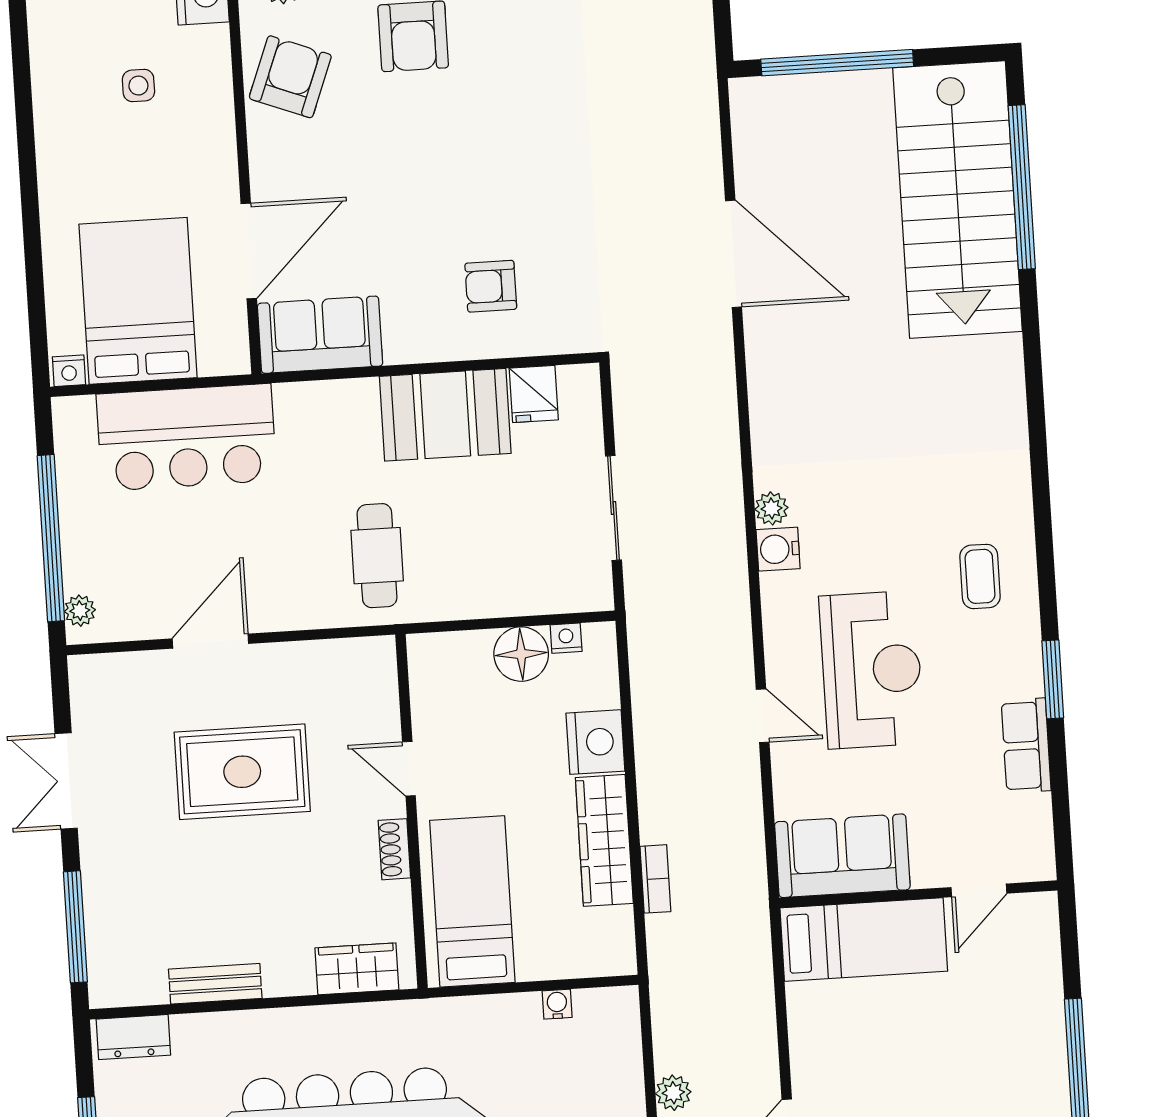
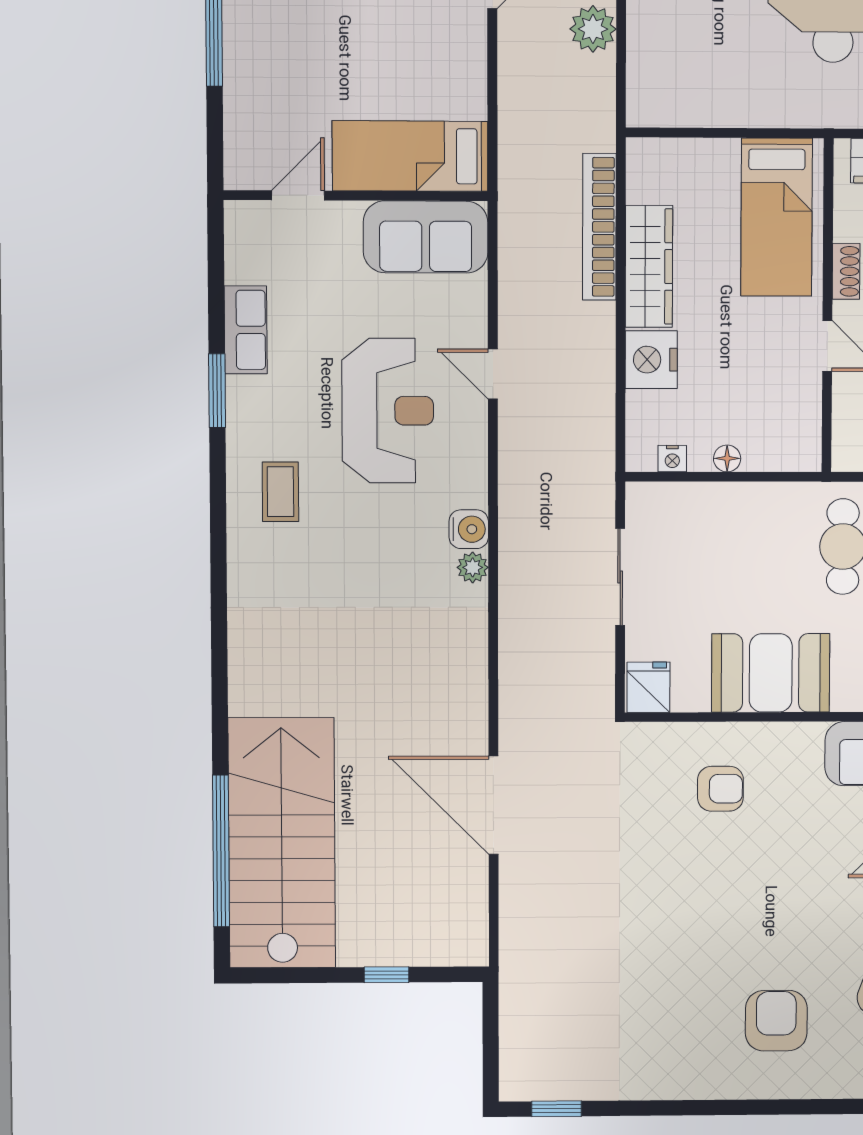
window: (837, 63) -> (387, 975), width x0.32
fridge: (534, 394) -> (648, 687), moved
floor lamp: (521, 654) -> (727, 458), width x0.53, depth x0.53
reception desk: (872, 670) -> (388, 411), turned 180
bookcase: (655, 879) -> (599, 227), width x2.31, depth x1.31
water cooler: (557, 1004) -> (704, 114), removed
plant: (673, 1093) -> (593, 29), width x1.38, depth x1.38

